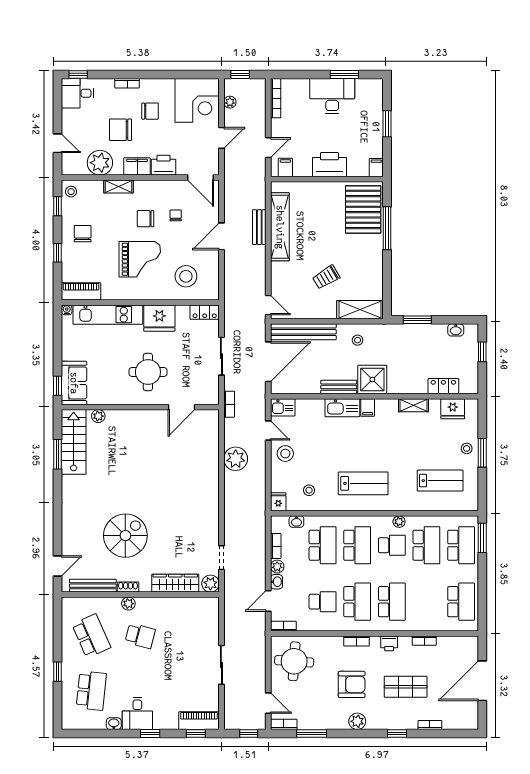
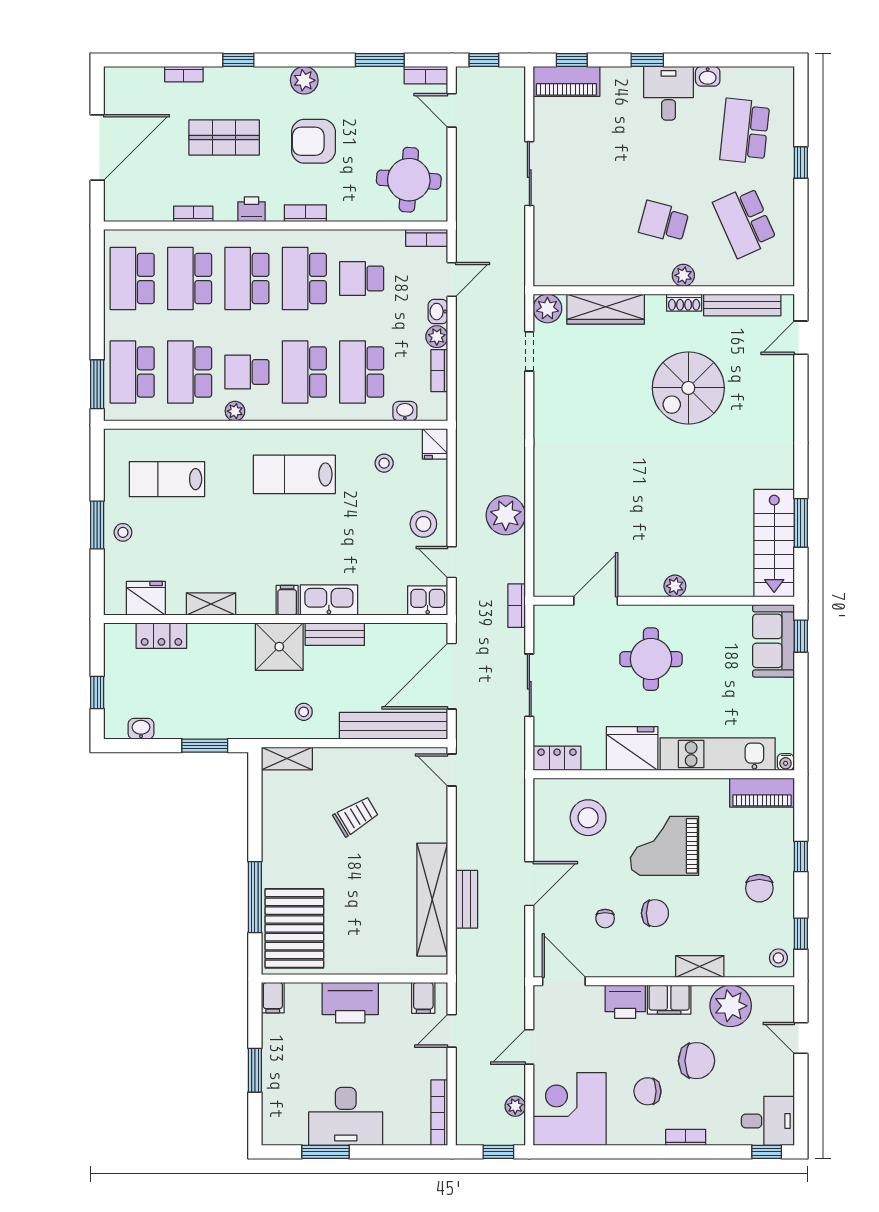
shelving: (360, 310) -> (287, 758), width x0.67, depth x0.75
plant: (98, 416) -> (675, 586), moved
school desk: (426, 602) -> (190, 278), added

